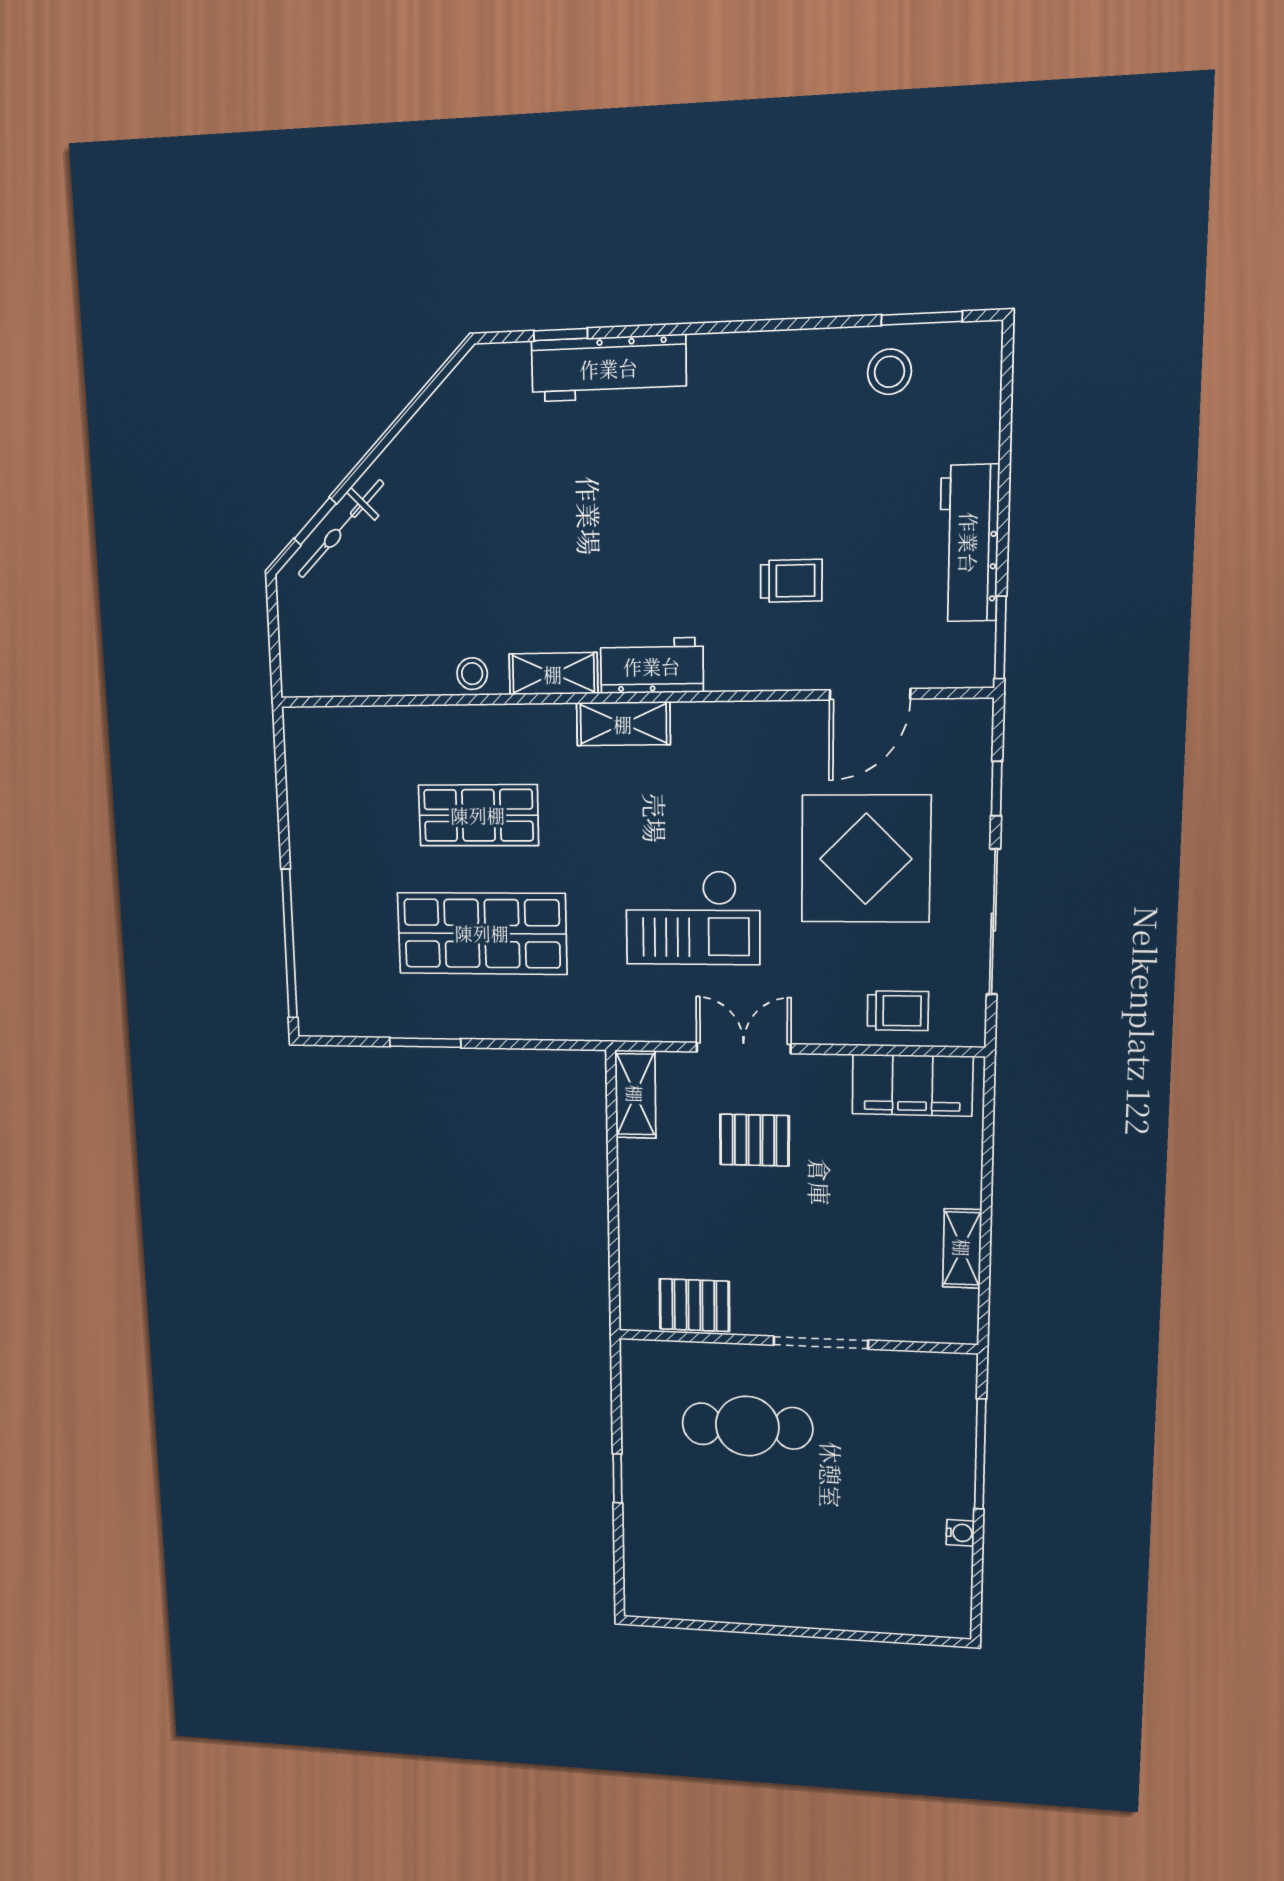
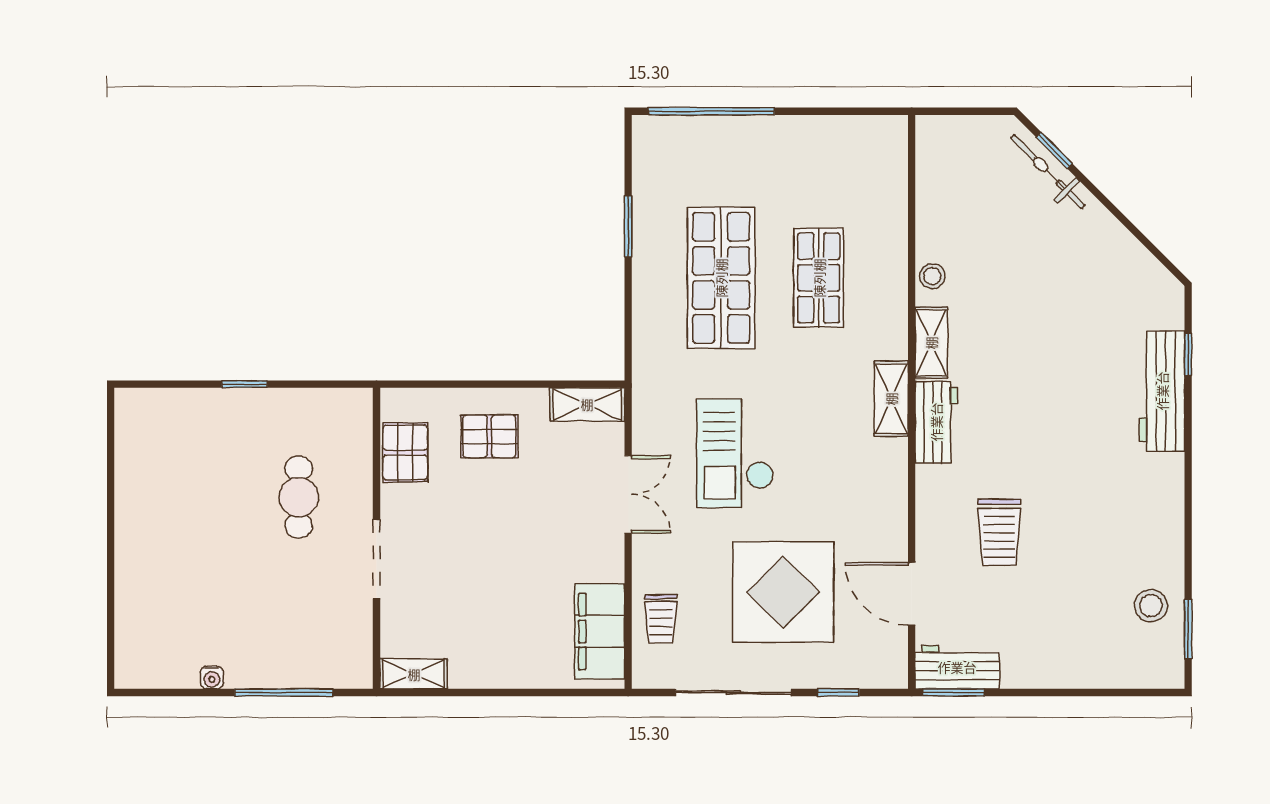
workbench: (969, 543) -> (957, 667), moved, width x0.73
trolley: (791, 581) -> (999, 532), width x1.36, depth x1.39
pallet: (754, 1140) -> (489, 436), moved, turned 90
shelving: (962, 1248) -> (414, 674), moved
cafe table: (747, 1426) -> (299, 497), width x0.73, depth x0.74

